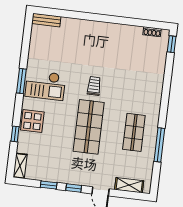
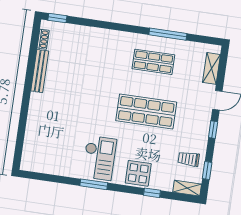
bench: (46, 20) -> (40, 71), moved, width x1.36
trolley: (94, 86) -> (189, 159), moved
window: (49, 185) -> (207, 170), moved

